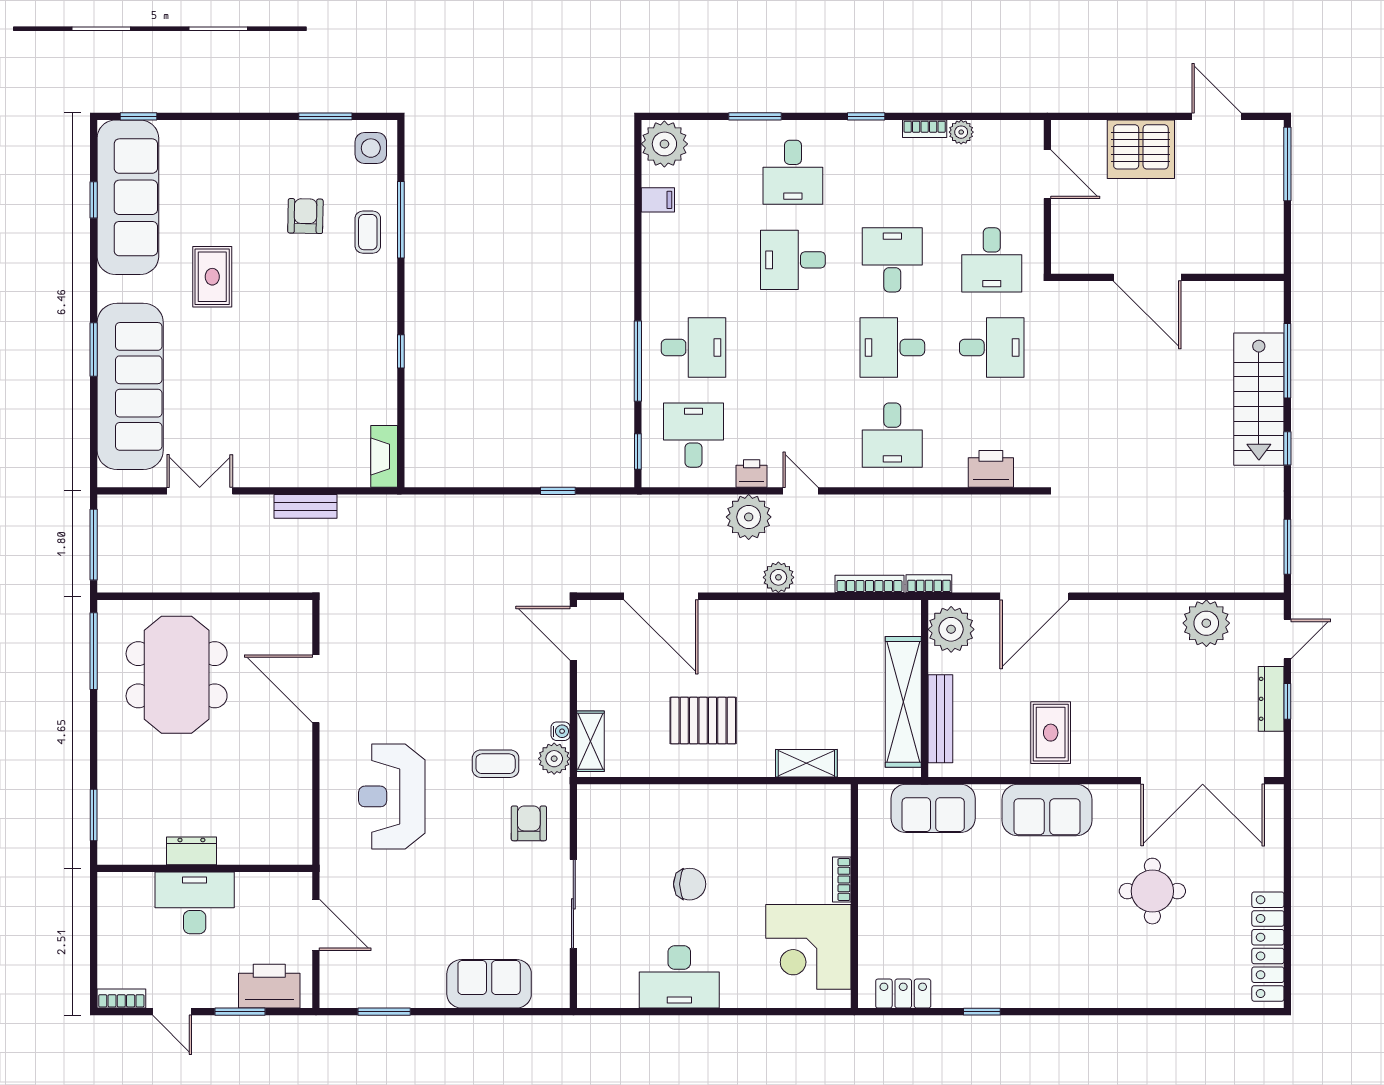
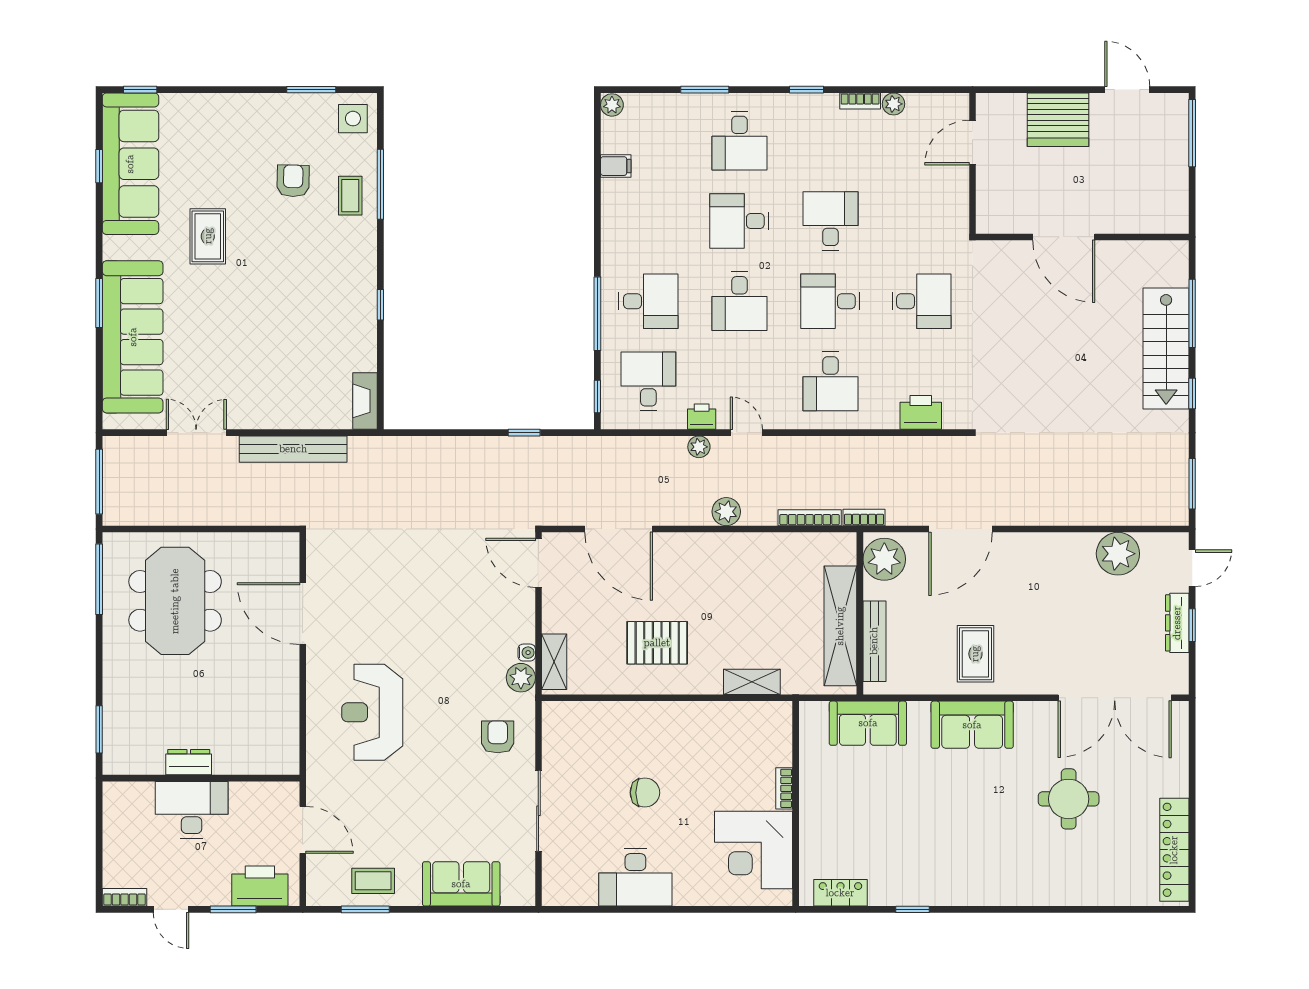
plant: (664, 144) -> (612, 105), width x0.53, depth x0.53
door: (1047, 174) -> (972, 143), swing flipped
desk: (992, 260) -> (739, 301), moved
bench: (306, 506) -> (293, 449), width x1.86, depth x1.21
plant: (749, 517) -> (699, 447), width x0.53, depth x0.53
coffee table: (496, 764) -> (373, 881), moved

